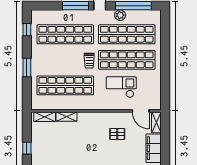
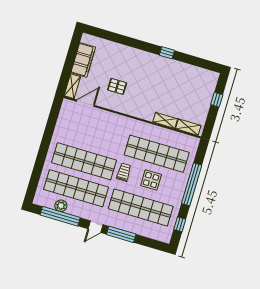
plant: (120, 15) -> (61, 206), moved
display table: (63, 61) -> (151, 180), added
window: (27, 68) -> (192, 184), width x2.11
checkout: (121, 87) -> (98, 134), removed
door: (141, 111) -> (85, 103), hinge flipped

